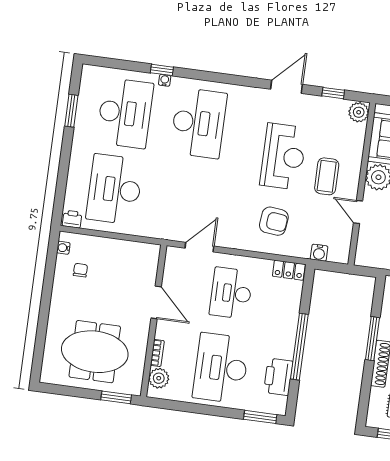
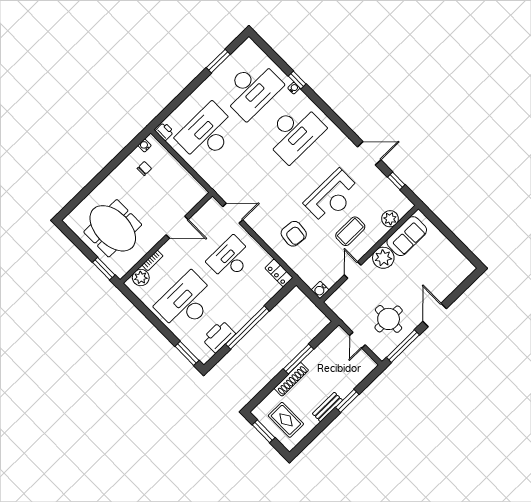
plant: (359, 112) -> (390, 219), moved
water cooler: (319, 253) -> (320, 290), moved
door: (156, 302) -> (177, 227), hinge flipped

